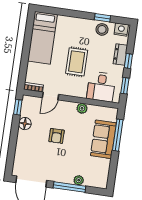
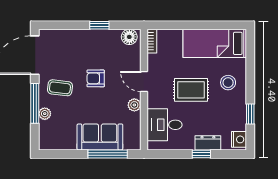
stool: (102, 29) -> (228, 83), moved
window: (125, 86) -> (170, 154), removed
door: (51, 96) -> (144, 81), moved
window: (18, 107) -> (99, 25), moved
floor lamp: (25, 124) -> (129, 37), moved
coffee table: (60, 165) -> (60, 88), added

